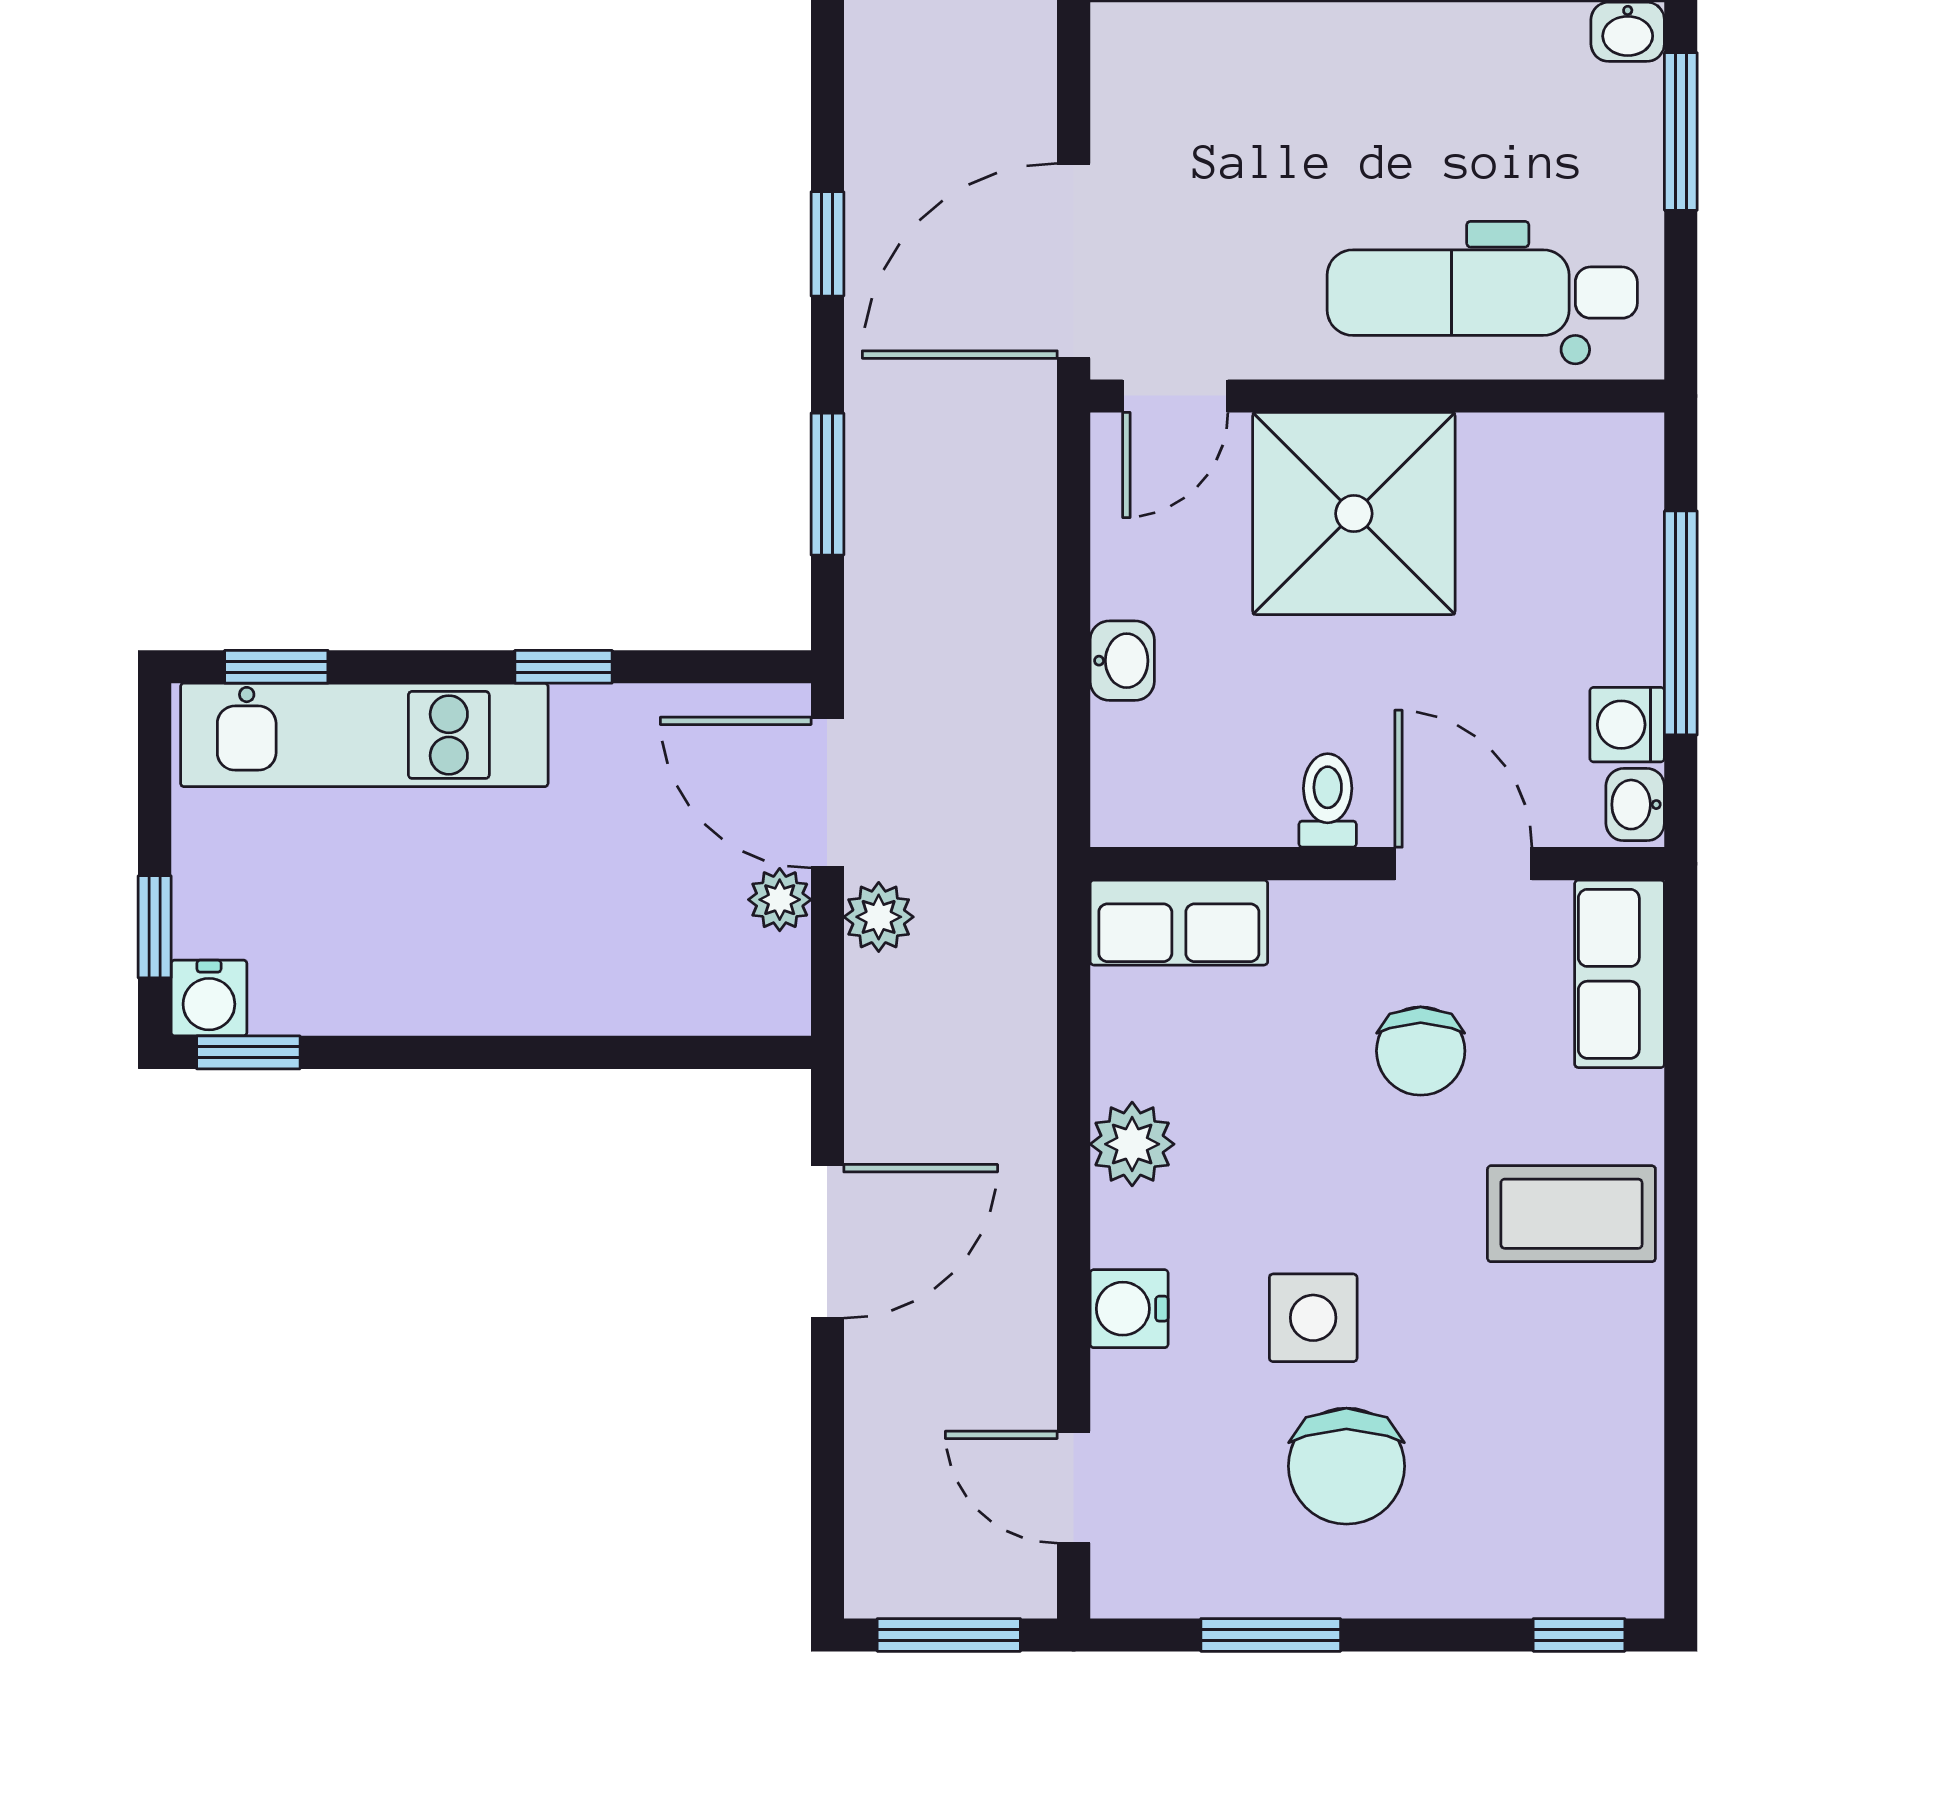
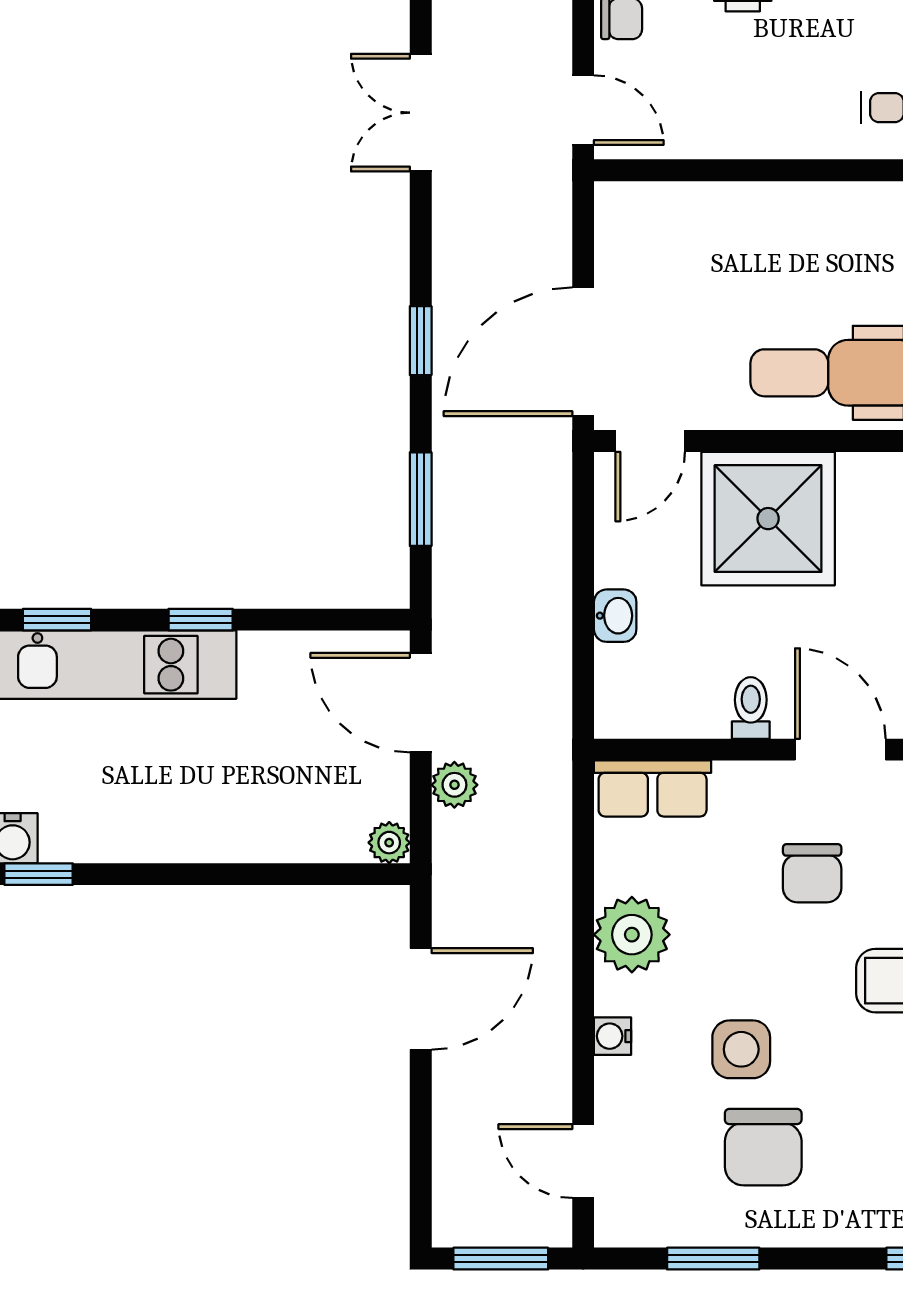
window: (564, 667) -> (201, 620), moved
plant: (780, 900) -> (389, 843), moved
plant: (1132, 1144) -> (632, 935), width x1.36, depth x1.36
water cooler: (1129, 1309) -> (613, 1036), width x0.72, depth x0.72

